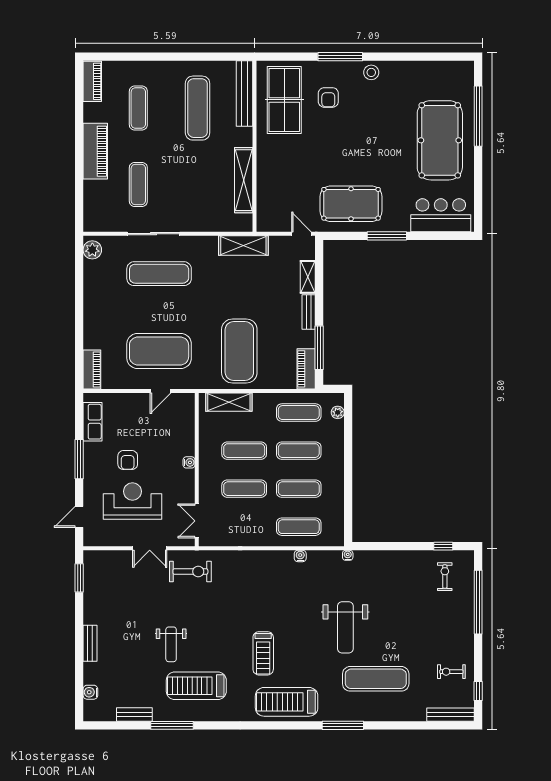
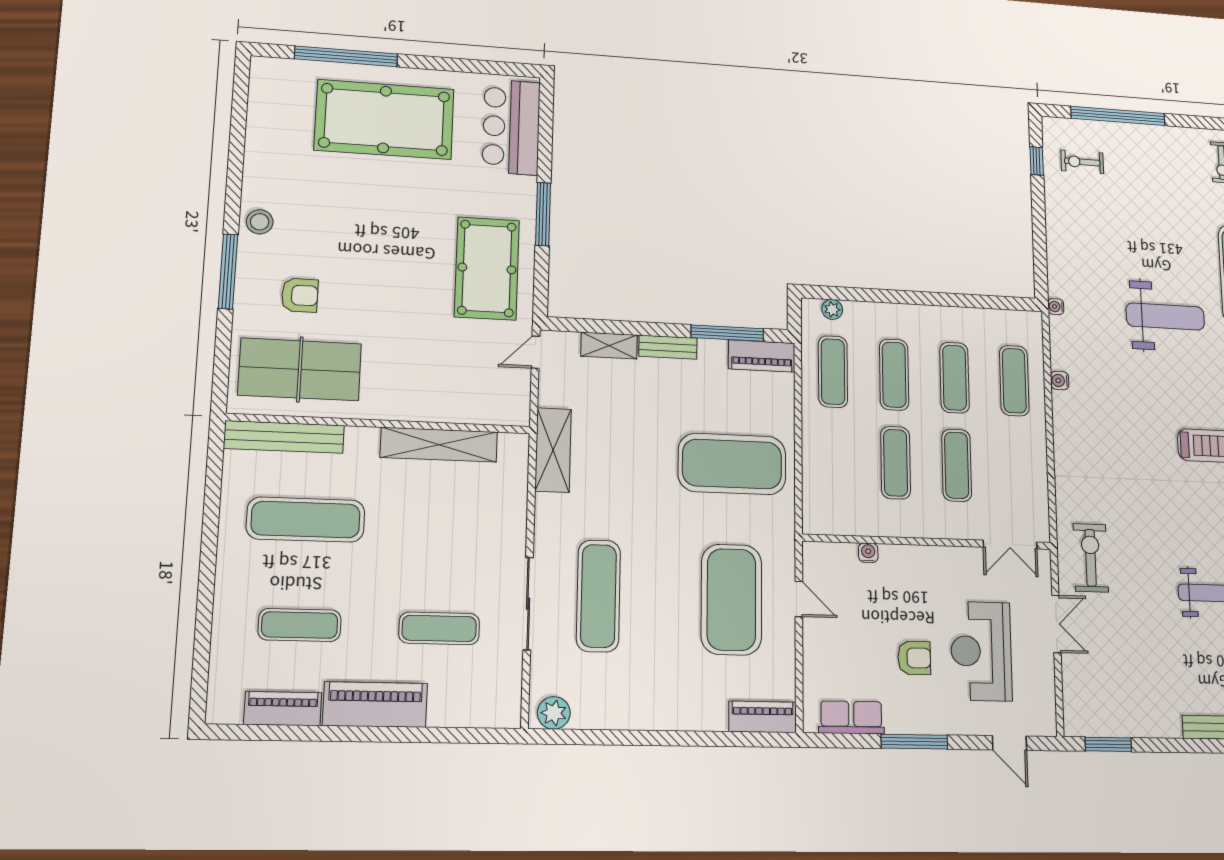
piano: (92, 81) -> (283, 709), moved
shelving: (229, 402) -> (817, 485), removed
water cooler: (189, 462) -> (868, 553), moved

